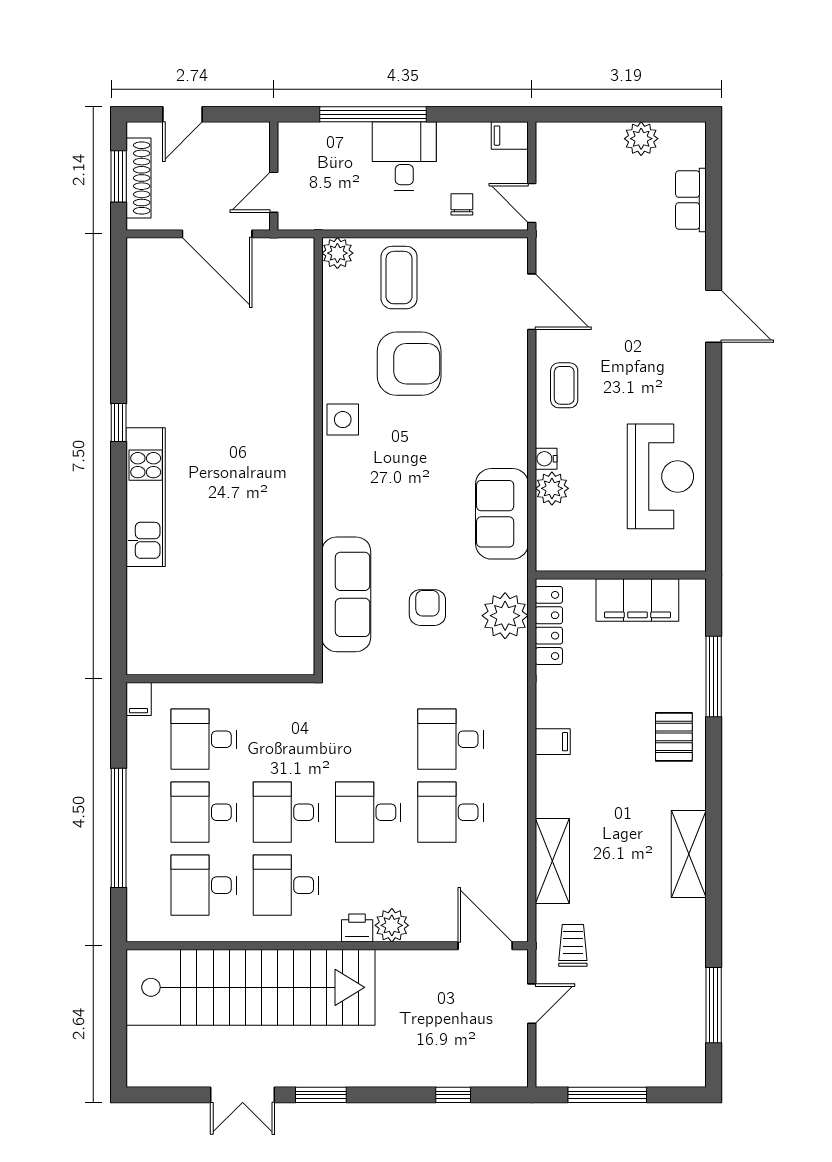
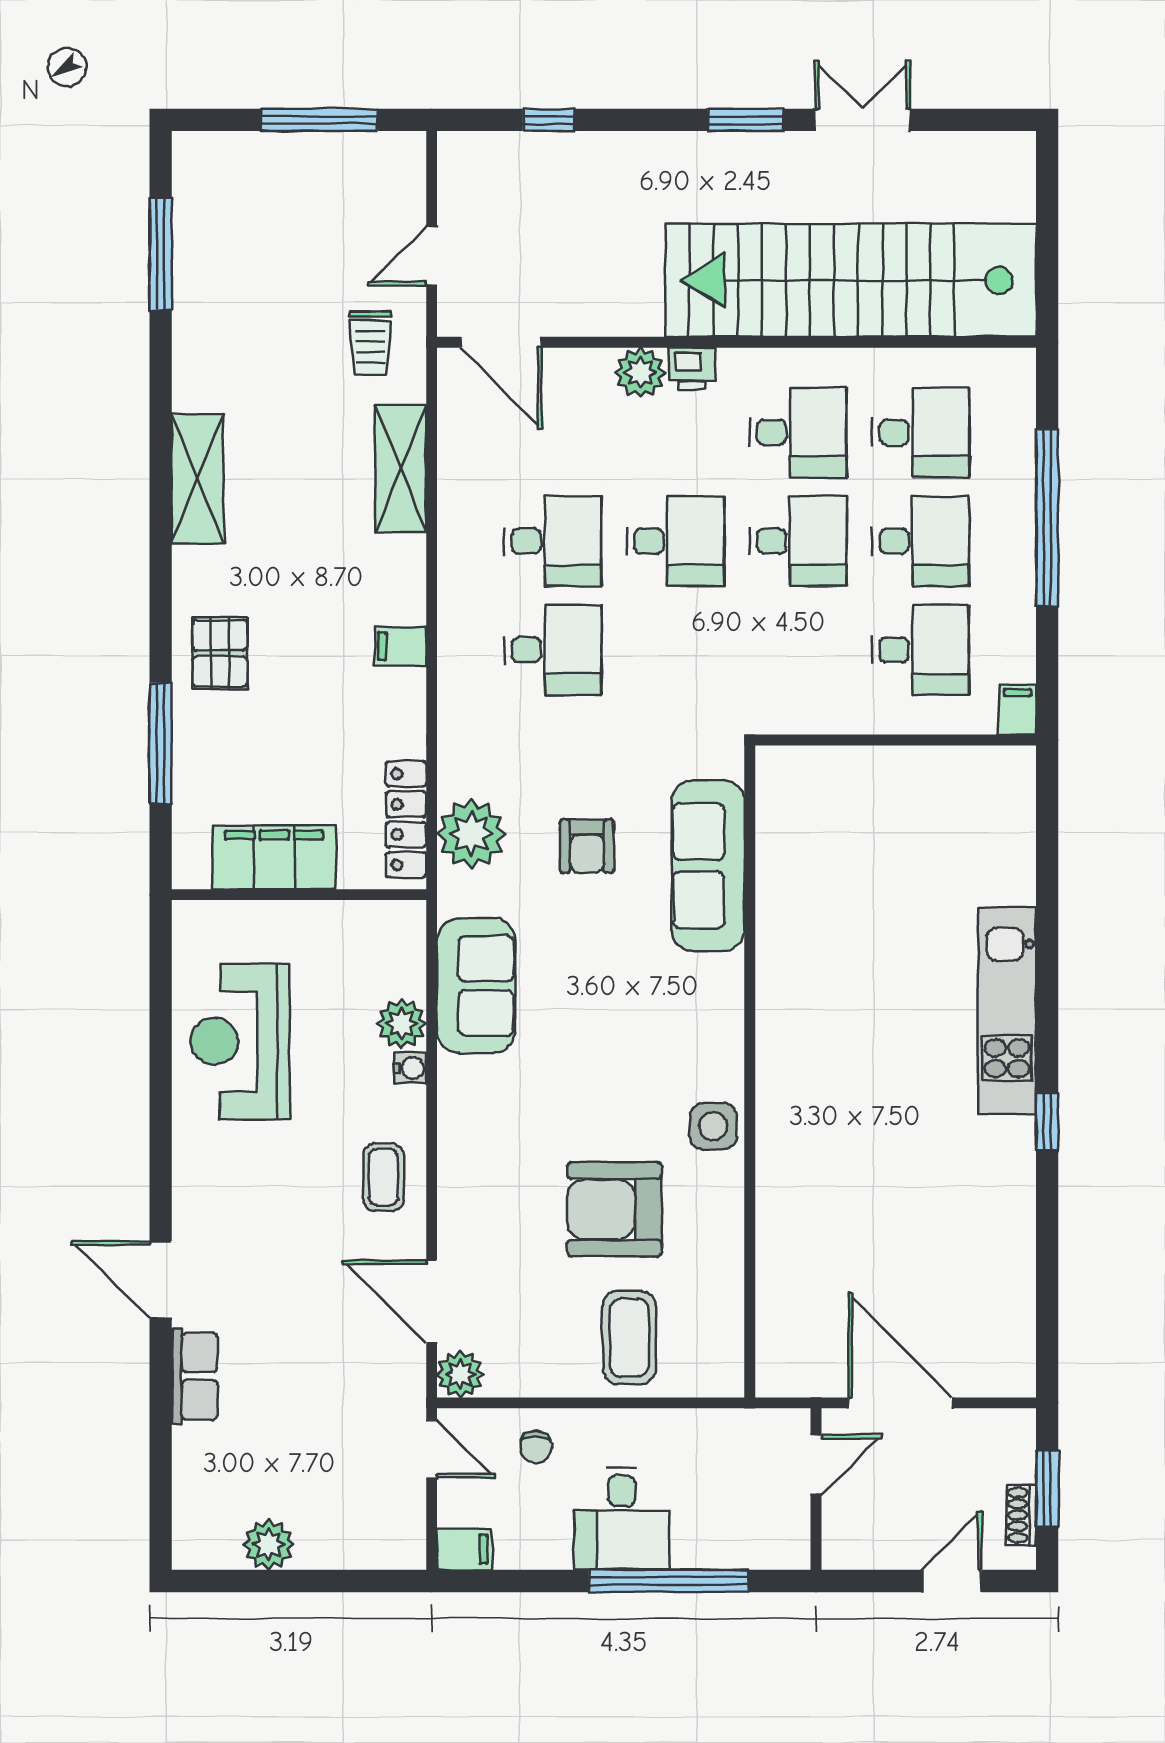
shoe rack: (138, 178) -> (1021, 1515), width x0.51, depth x0.81
row of seats: (691, 200) -> (194, 1376), moved
plant: (337, 253) -> (460, 1374), moved

